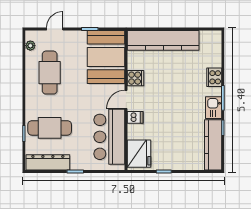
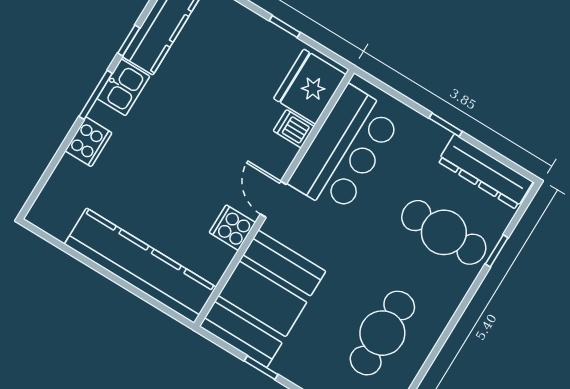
door: (126, 100) -> (273, 199), swing flipped
dishwasher: (135, 117) -> (294, 129), moved

